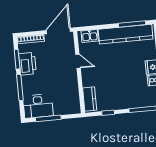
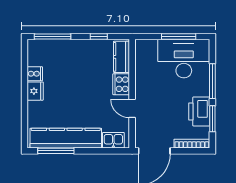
cooker: (88, 79) -> (121, 84), added
desk: (38, 106) -> (184, 59), width x1.36, depth x1.30

